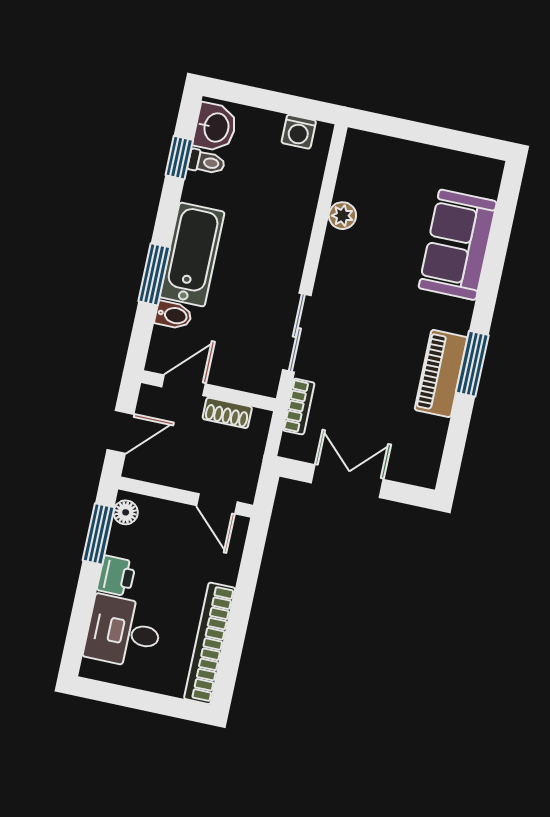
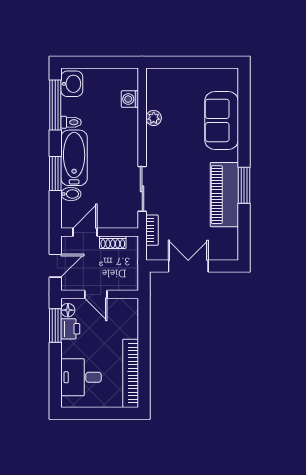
washing machine: (299, 132) -> (130, 99), moved, turned 90
window: (179, 158) -> (55, 105), width x2.17
toilet: (206, 162) -> (71, 122), moved
piano: (441, 374) -> (224, 195), width x1.37, depth x1.33
door: (217, 504) -> (96, 294), moved
printer: (116, 576) -> (70, 329), moved

